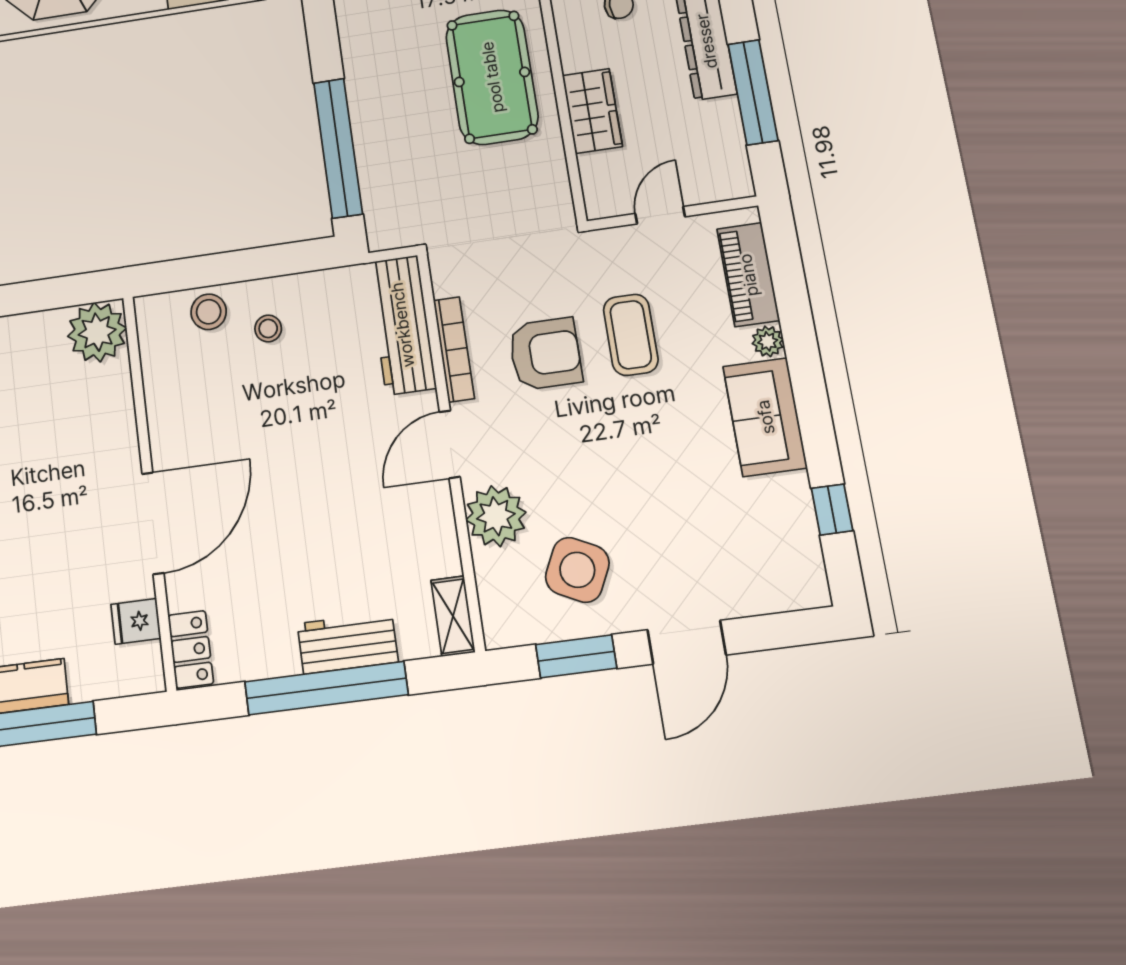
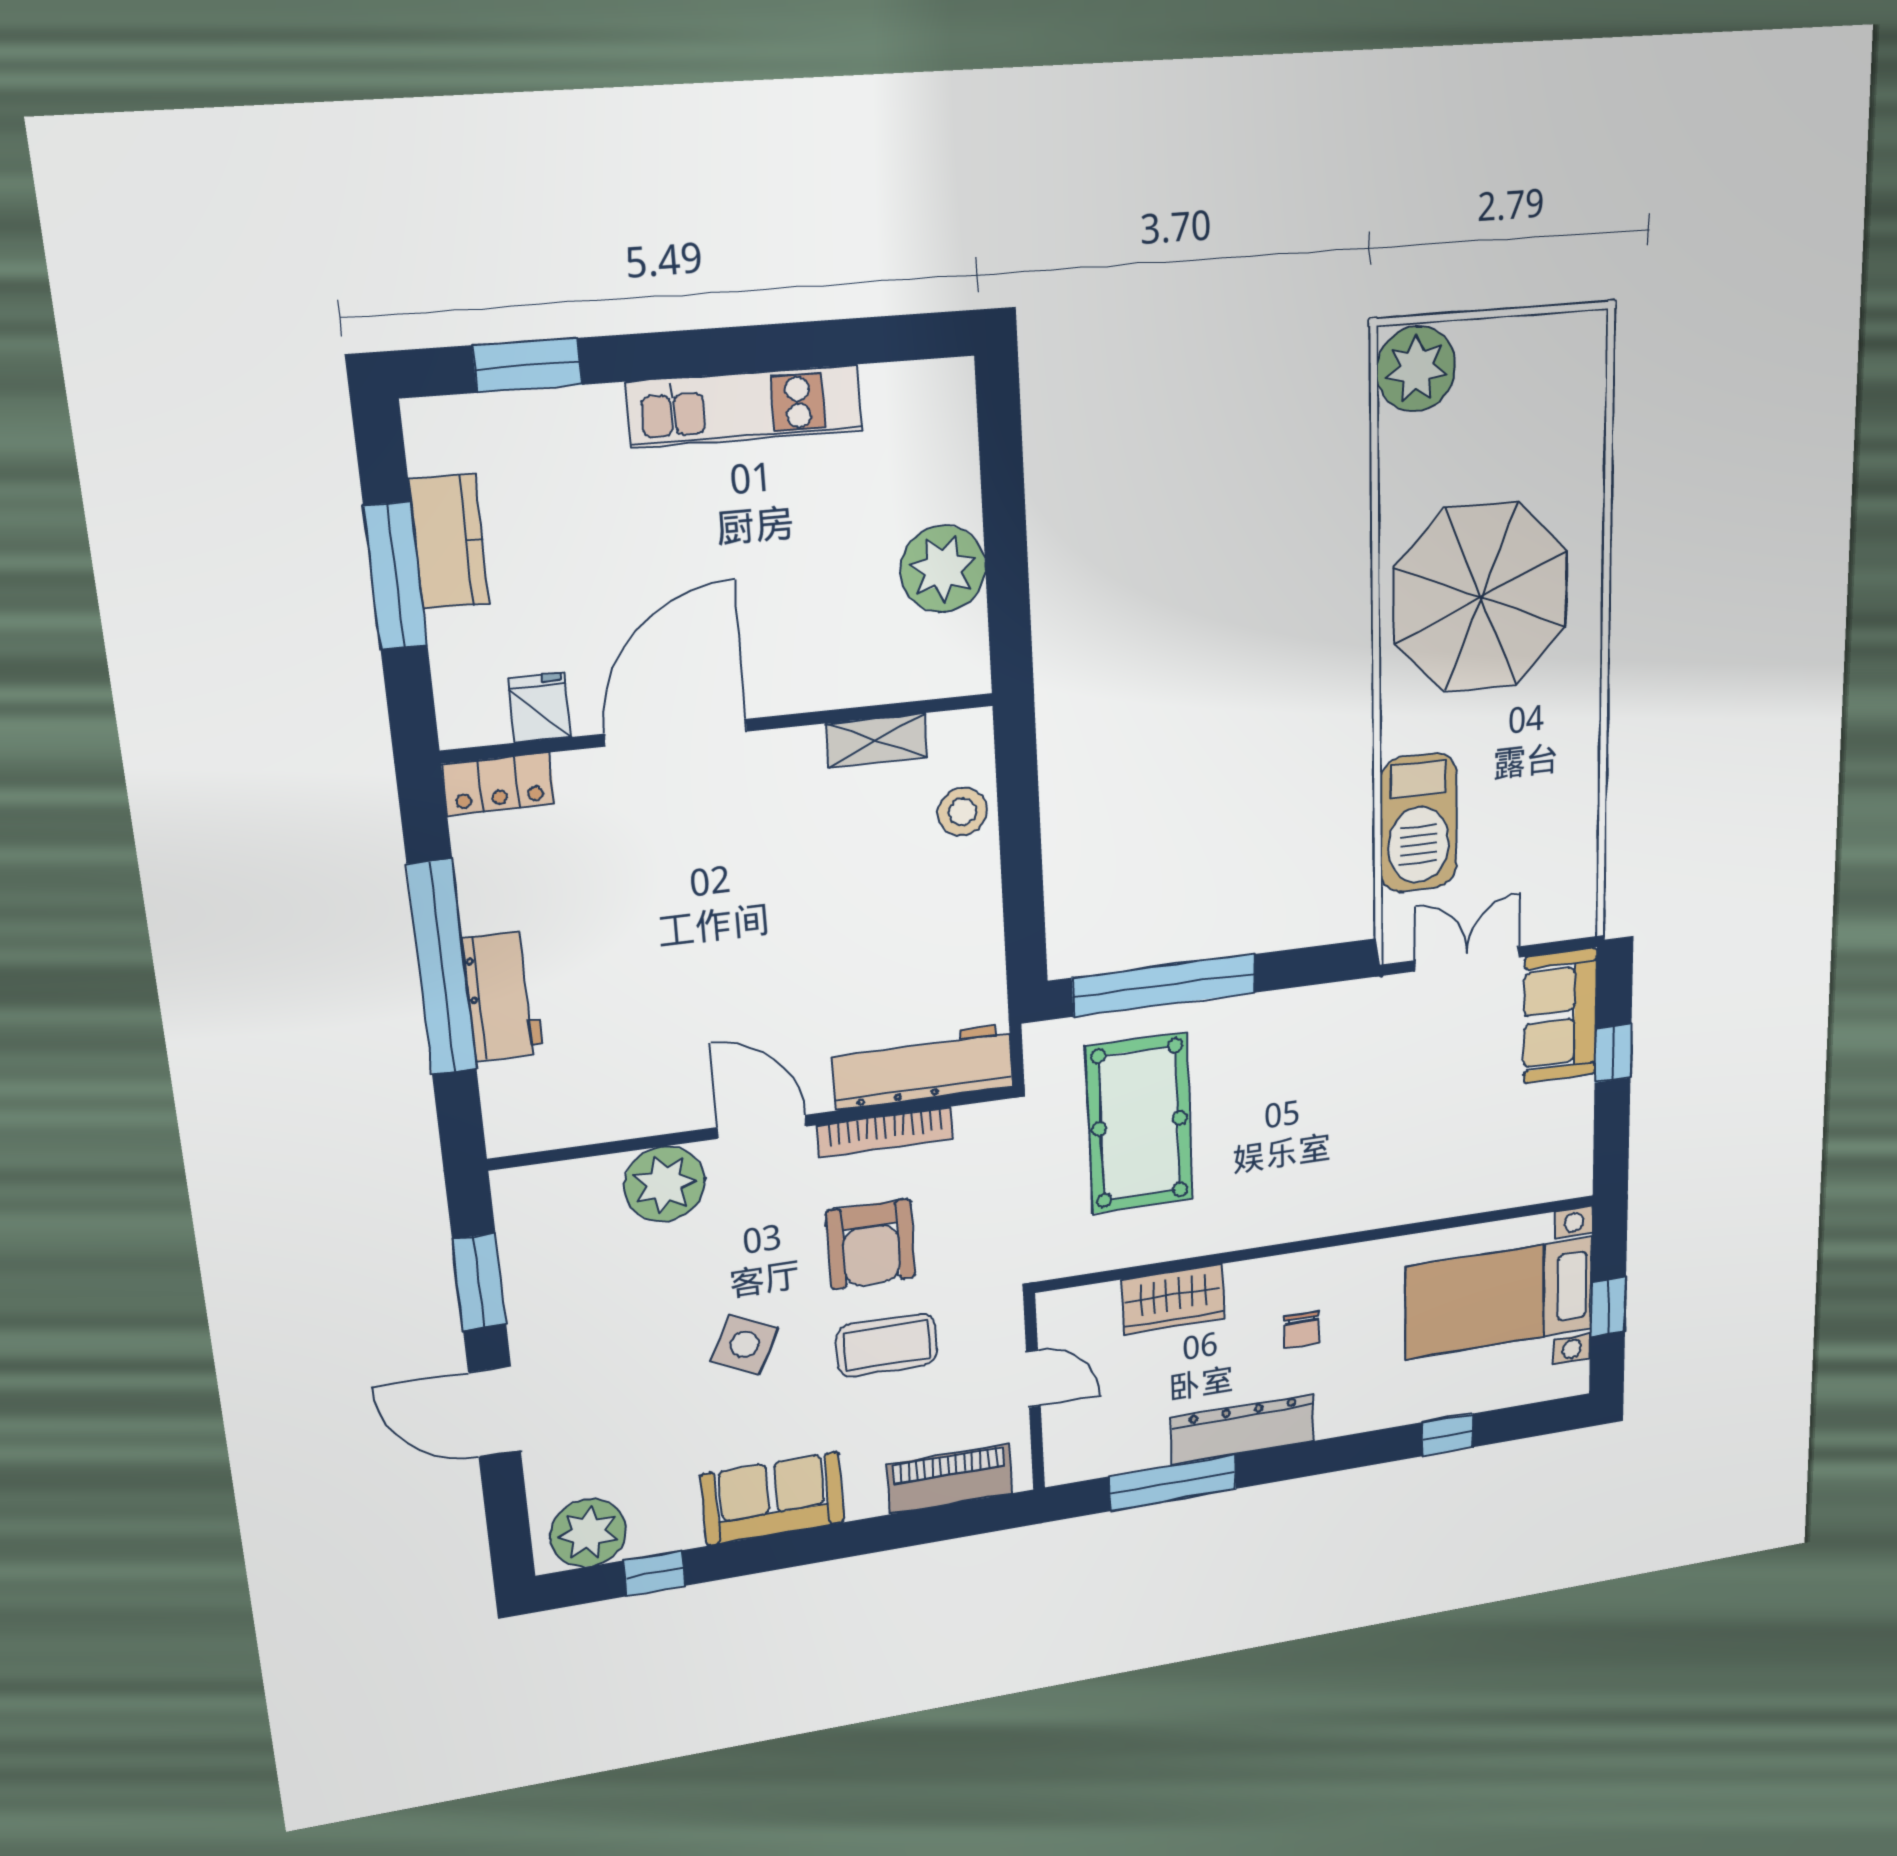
pool table: (492, 77) -> (1140, 1123), moved, turned 90
stool: (268, 328) -> (933, 892), removed
plant: (97, 332) -> (943, 569), moved
plant: (768, 341) -> (588, 1533), moved, width x1.88, depth x1.88
door: (153, 523) -> (676, 733), swing flipped
side table: (577, 570) -> (745, 1344), moved, width x0.73, depth x0.73
shelving: (453, 616) -> (877, 740), moved

